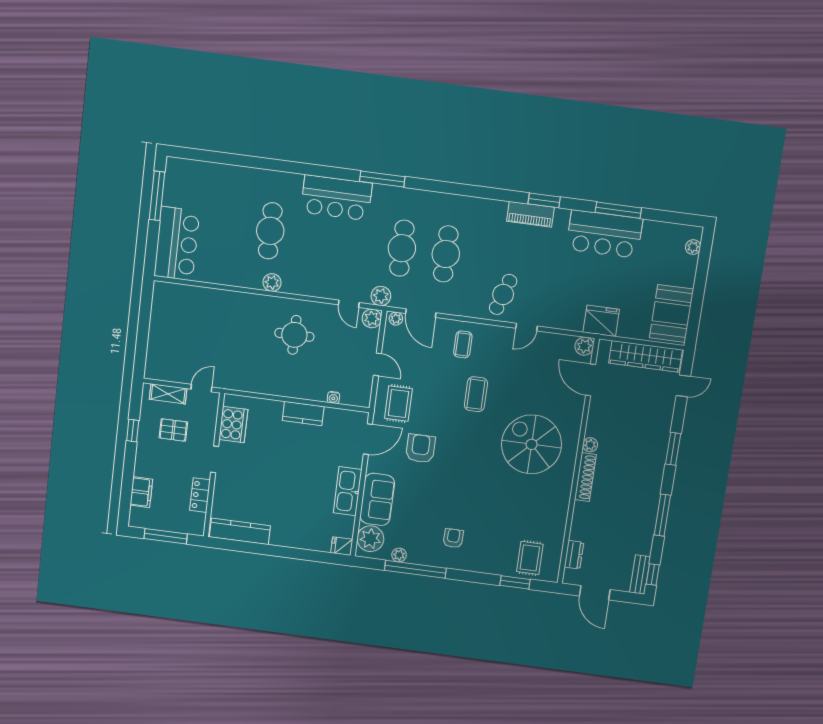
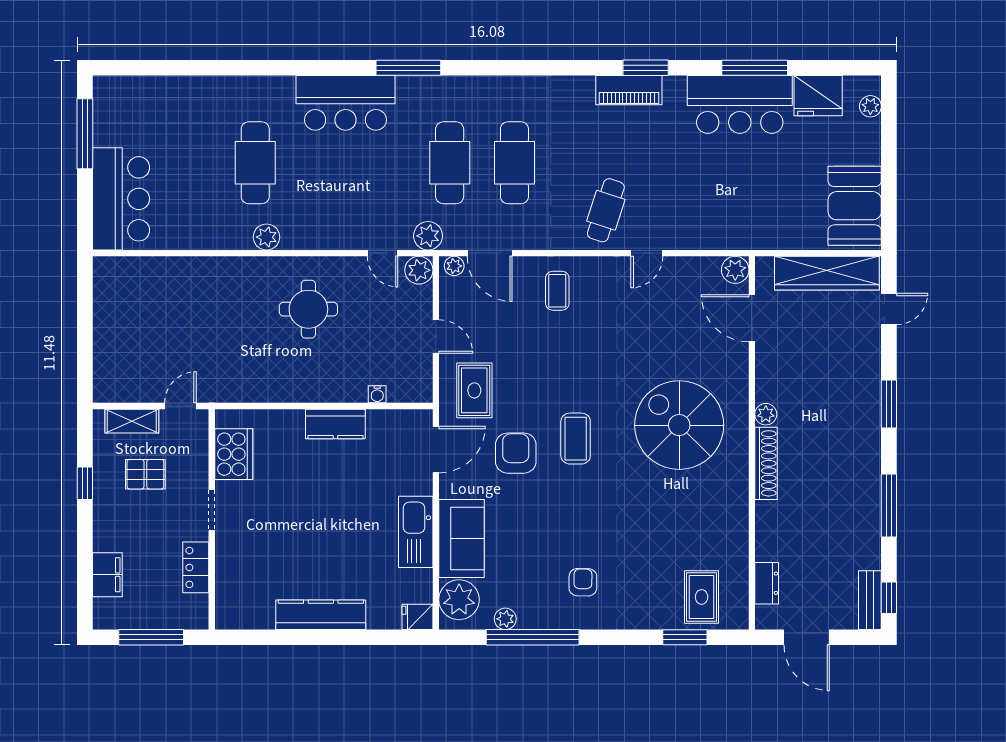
fridge: (601, 321) -> (818, 96), moved, turned 180
coffee table: (476, 394) -> (576, 439), moved
kitchen counter: (240, 531) -> (321, 615), moved

